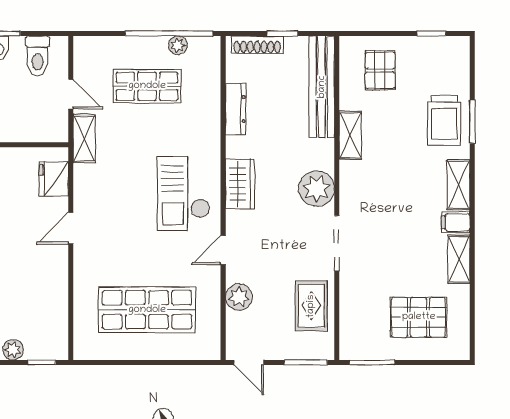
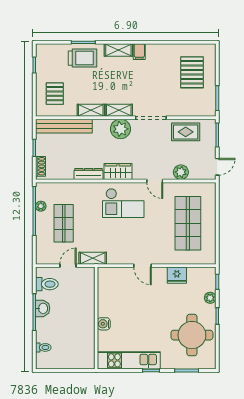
shoe rack: (257, 45) -> (40, 166), width x0.70
pallet: (380, 70) -> (55, 94), turned 90
dresser: (236, 109) -> (89, 174), moved
fridge: (54, 179) -> (177, 275), moved
shelving: (459, 259) -> (119, 110), moved

